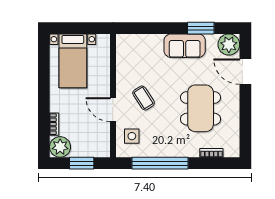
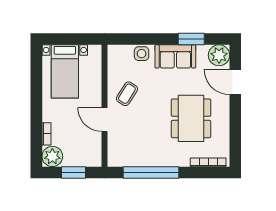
coffee table: (144, 98) -> (127, 94), moved, turned 65
side table: (132, 136) -> (142, 54), moved
bookcase: (211, 153) -> (208, 162), width x1.56

